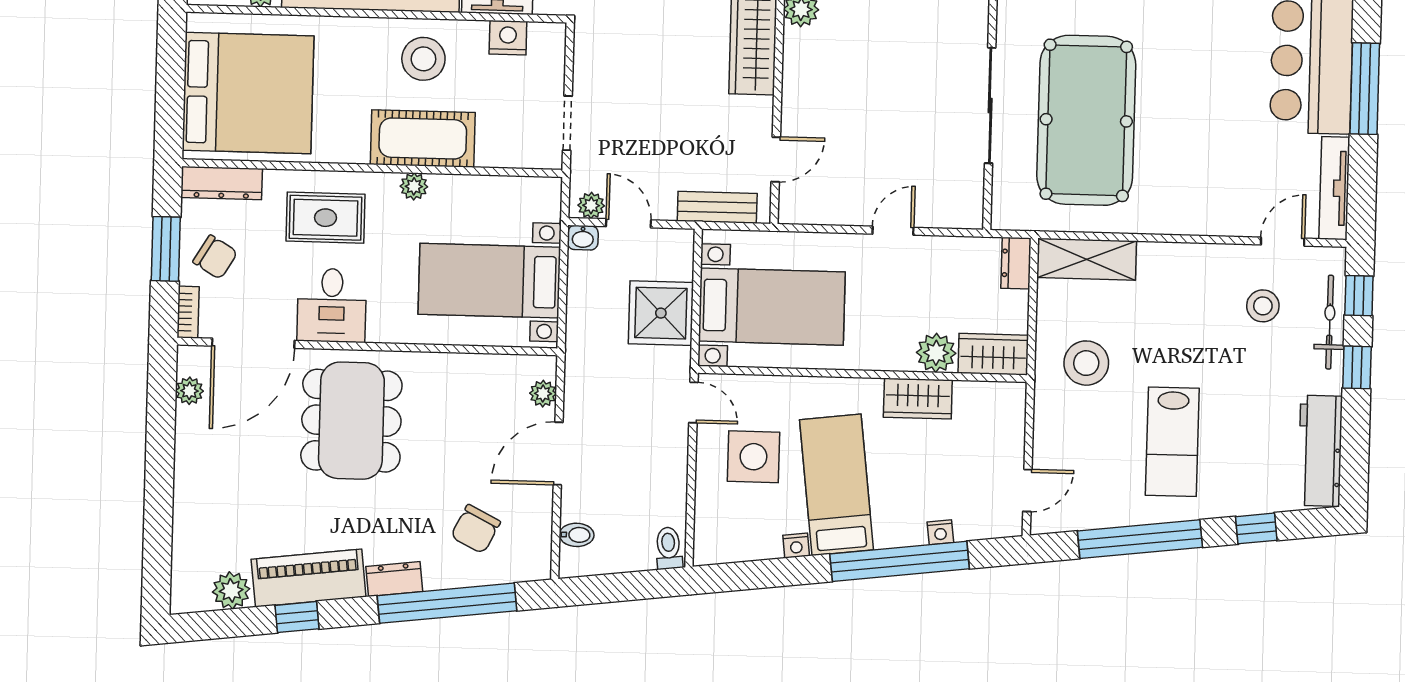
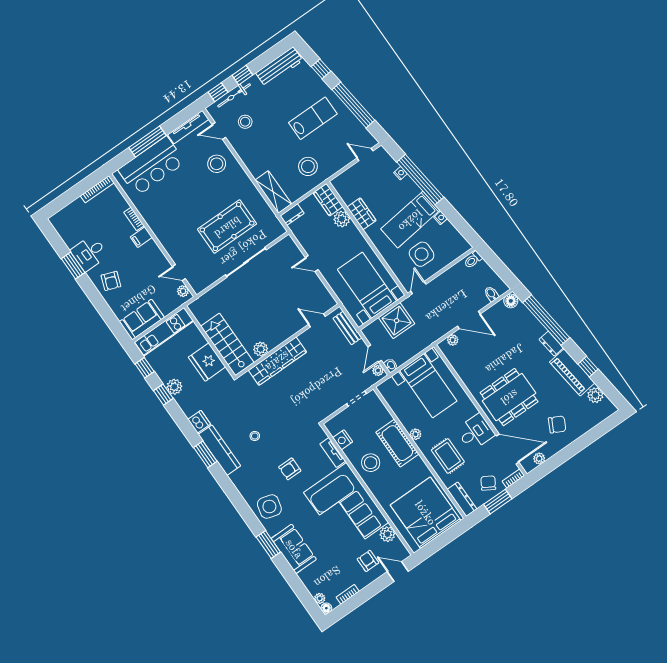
pool table: (1086, 120) -> (227, 227), width x0.73, depth x0.76
stool: (1223, 190) -> (217, 164), added
chair: (476, 529) -> (557, 424), moved
floor lamp: (535, 562) -> (511, 301), added

